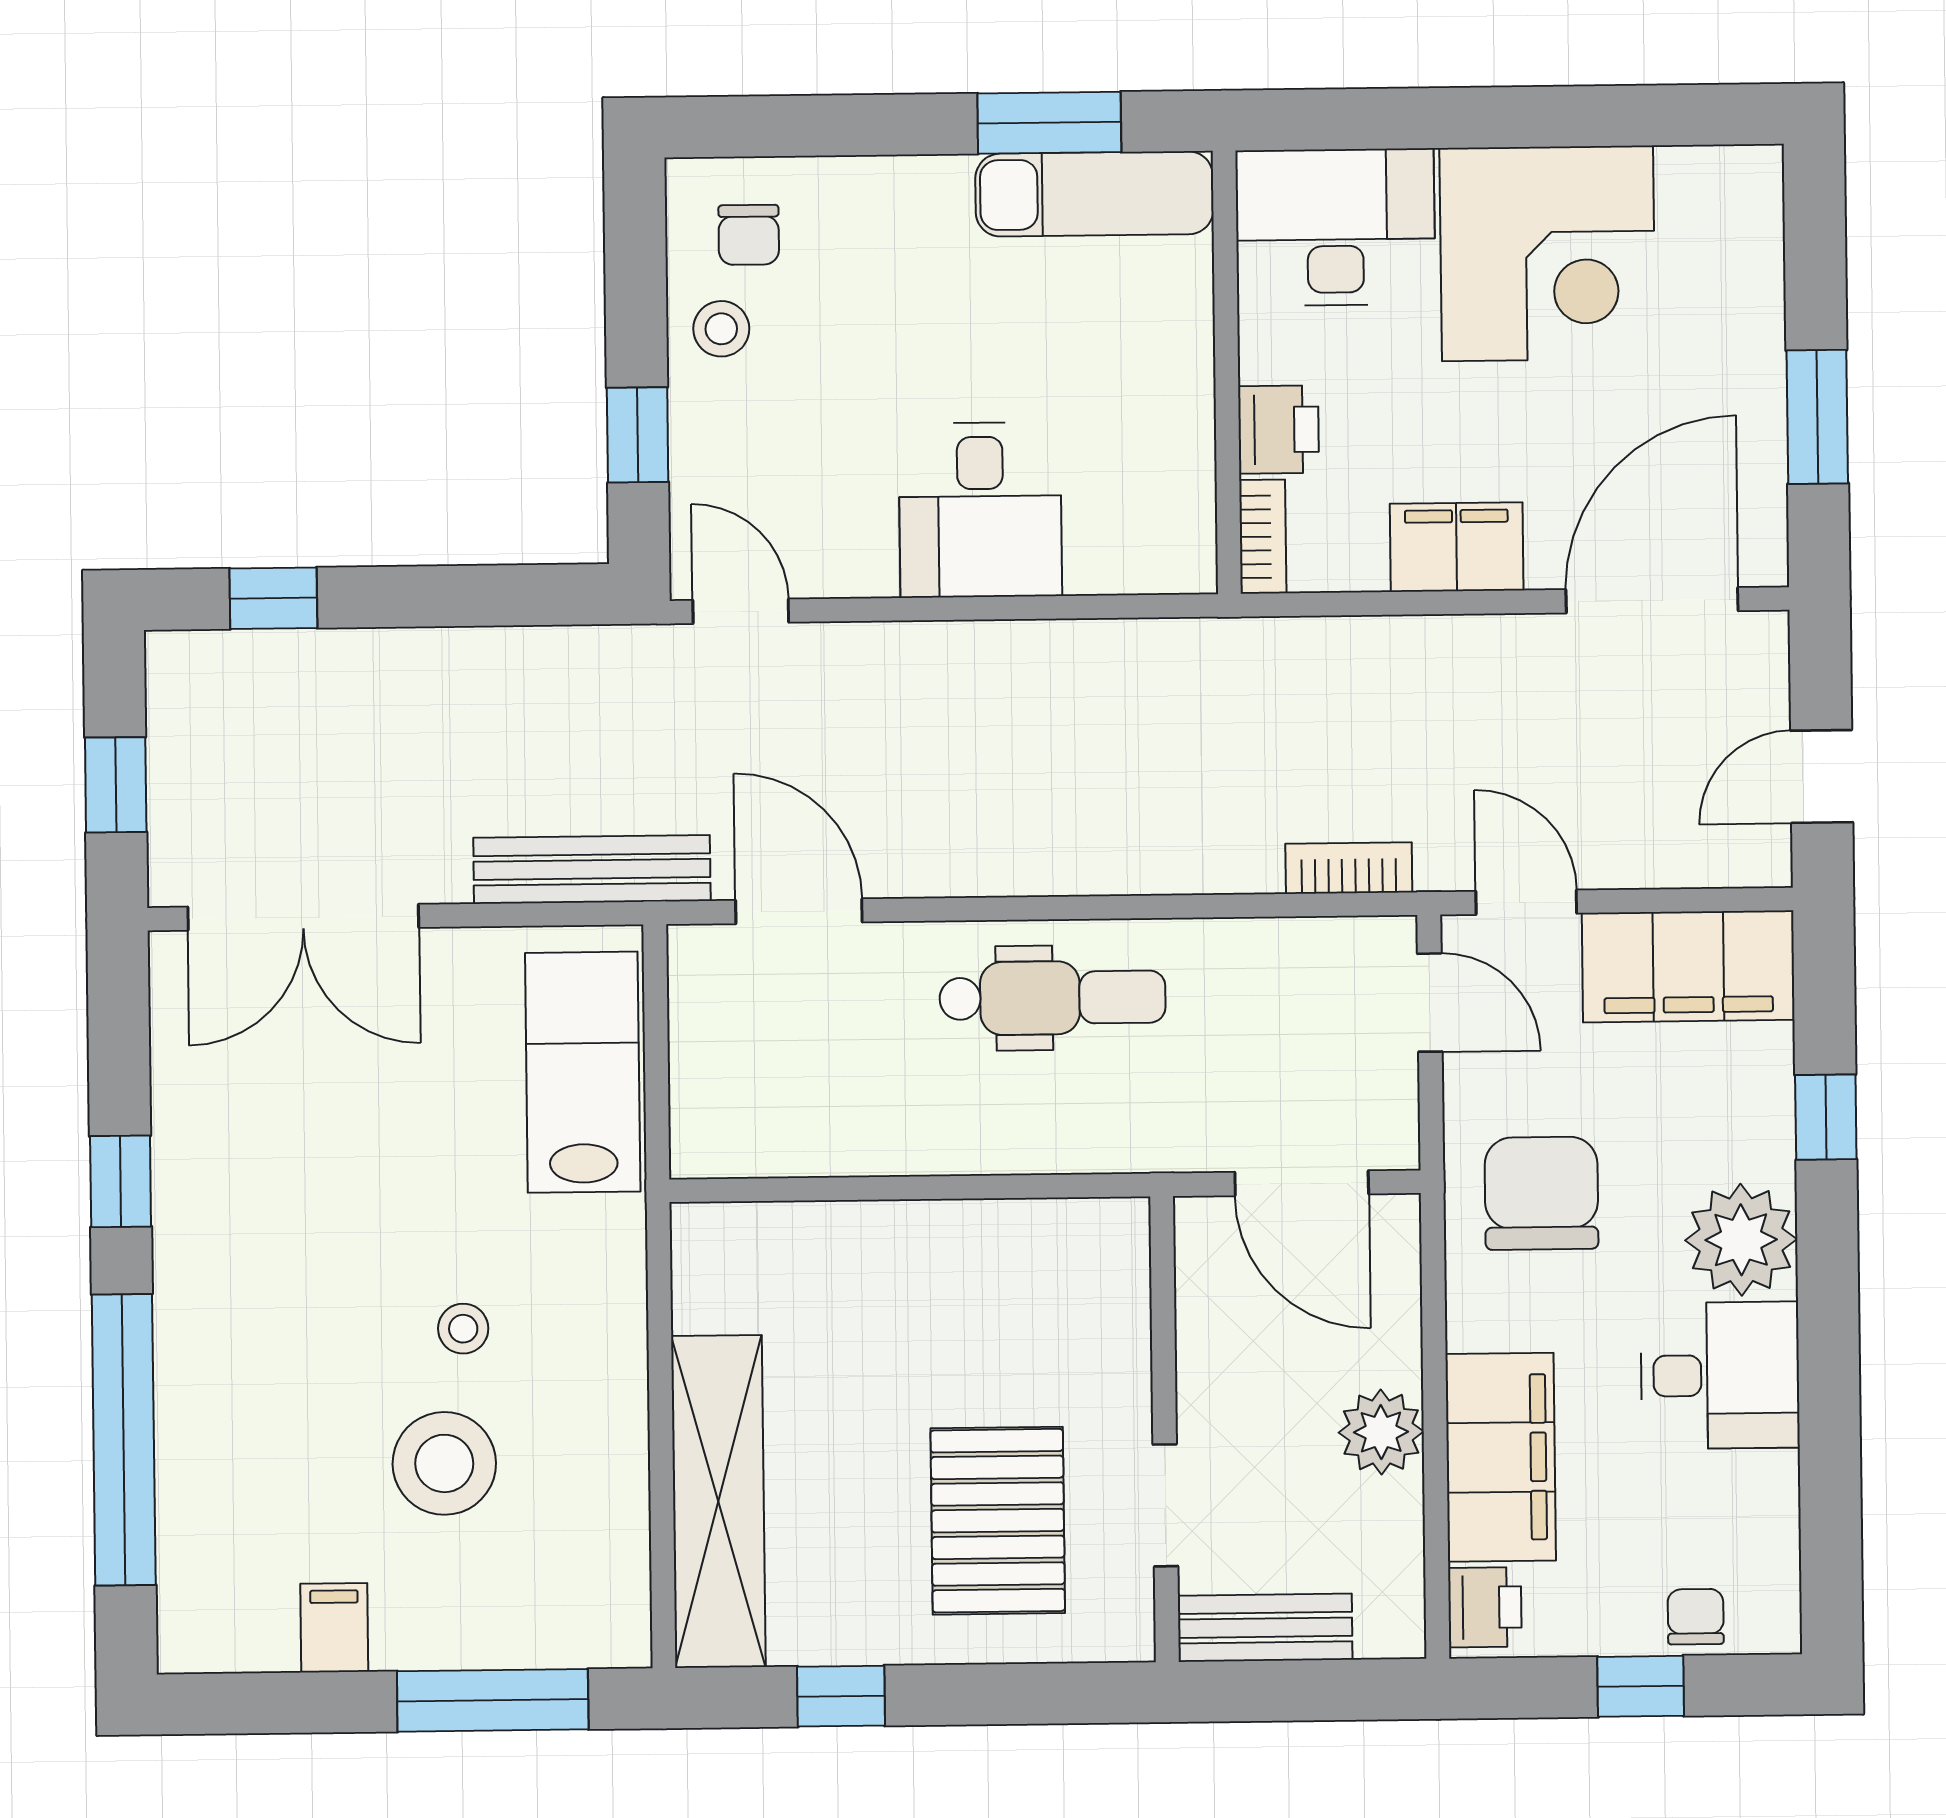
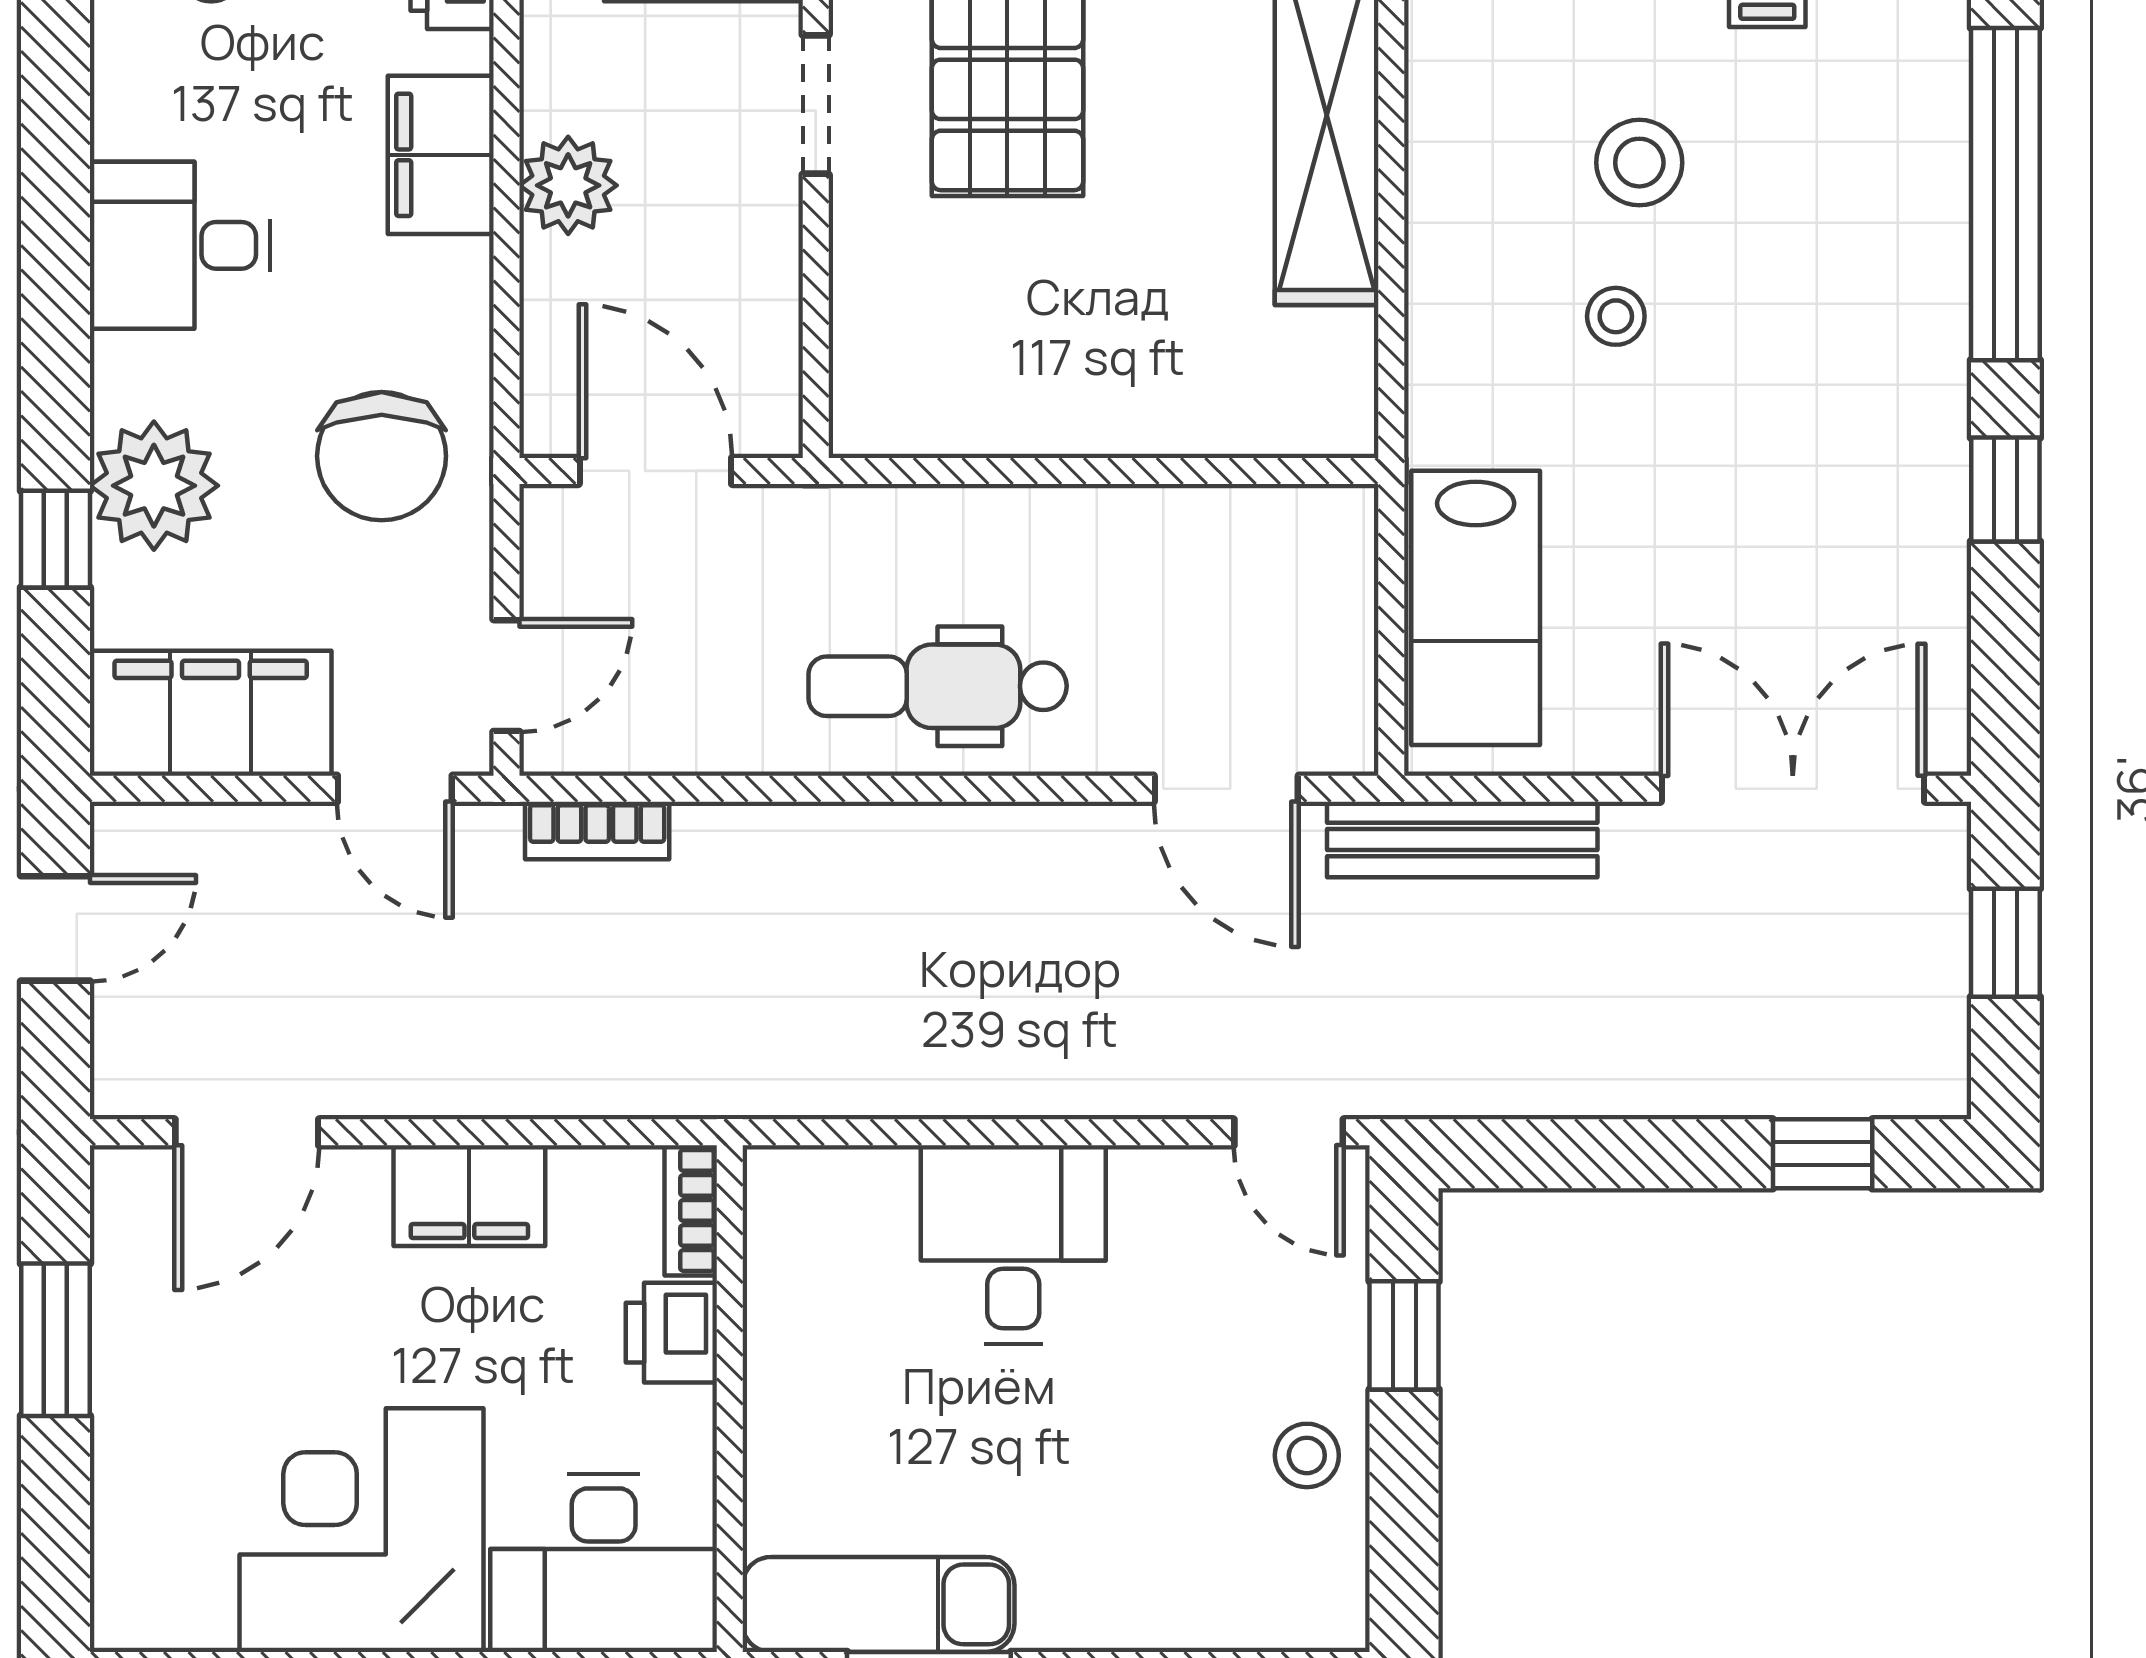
chair: (749, 235) -> (1274, 1562), removed
door: (1652, 600) -> (247, 1132), width x0.73
door: (1430, 1003) -> (506, 676), swing flipped
plant: (1741, 1240) -> (154, 486), moved
filing cabinet: (1501, 1457) -> (441, 155), width x0.67, depth x0.86
stool: (444, 1463) -> (1639, 163), width x0.73, depth x0.73

